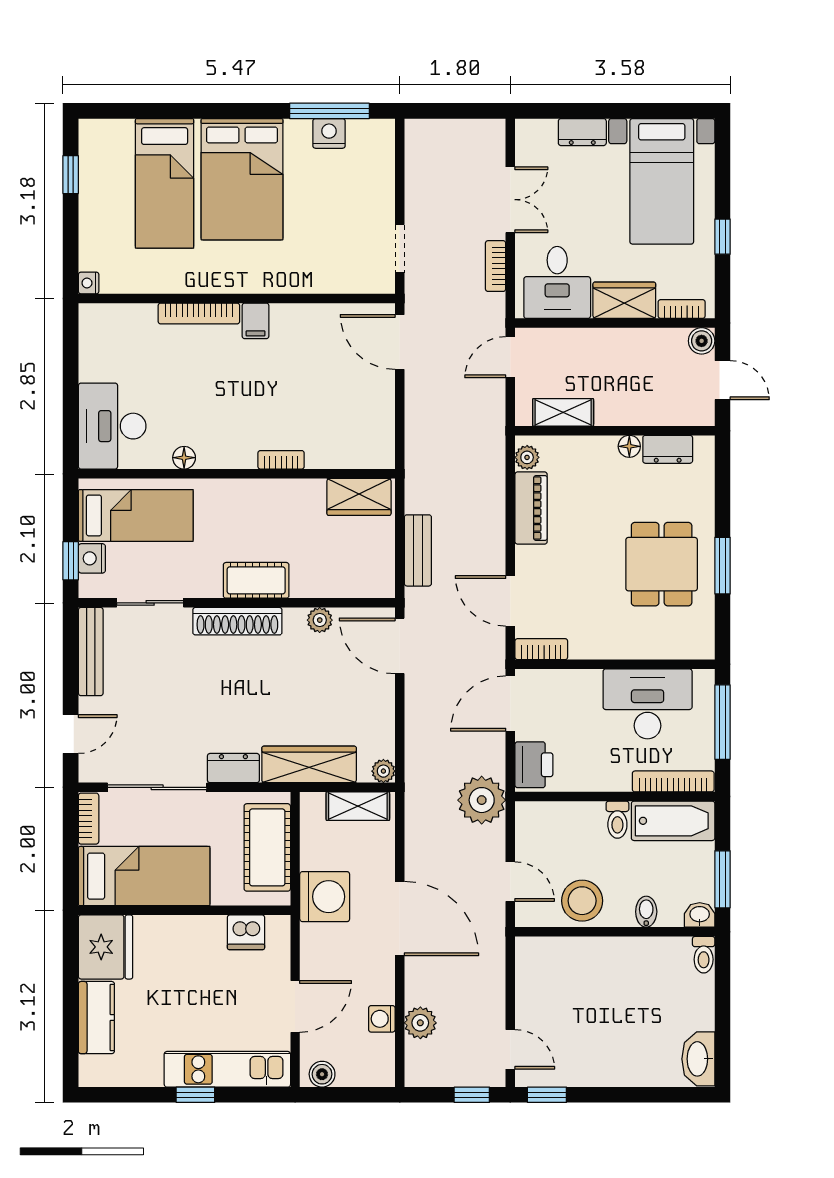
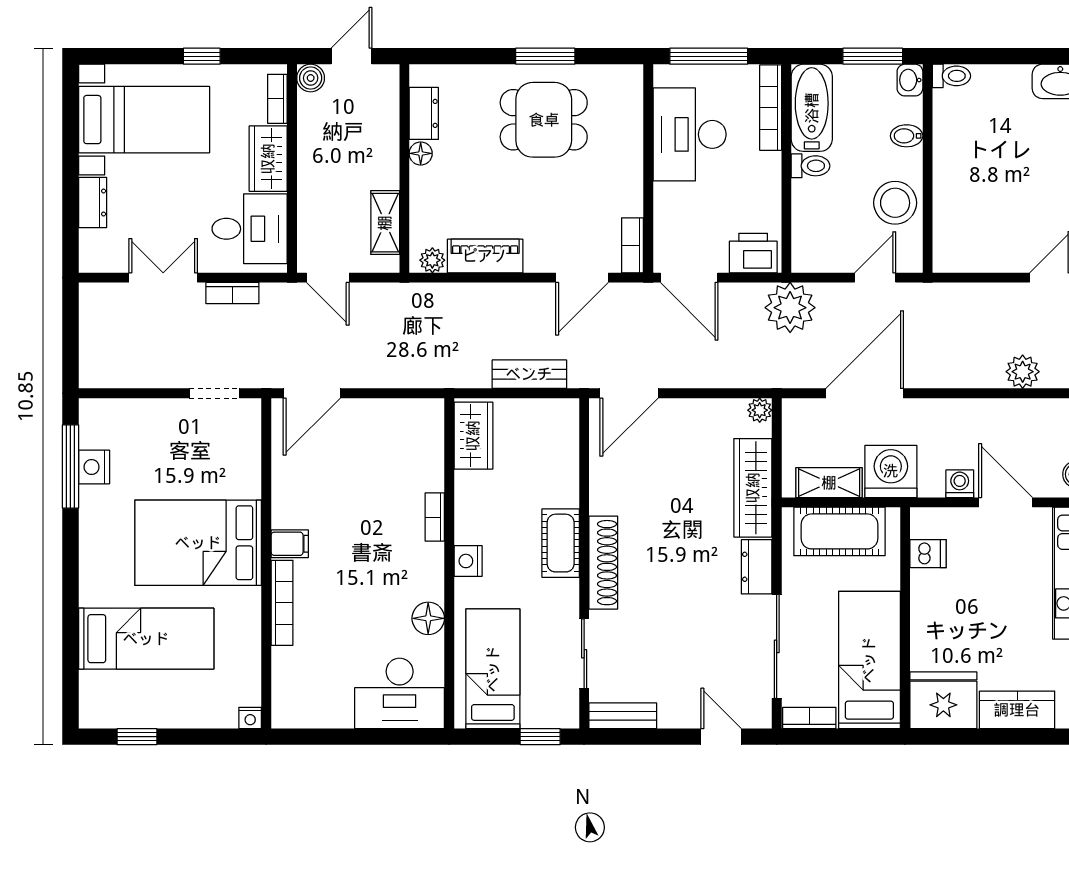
bed: (242, 179) -> (198, 543), moved, turned 180
floor lamp: (184, 458) -> (428, 618), width x1.37, depth x1.37
nightstand: (92, 558) -> (468, 561), moved, turned 90
plant: (320, 620) -> (602, 477), removed
bench: (91, 652) -> (623, 716), width x0.73
shelving: (358, 806) -> (829, 483), moved, turned 90
door: (400, 919) -> (865, 393), moved
dishwasher: (246, 932) -> (928, 554), width x0.73
washing machine: (382, 1019) -> (960, 484), moved, turned 180

